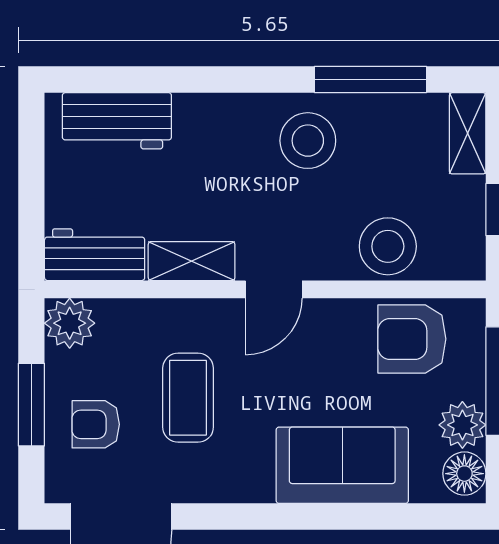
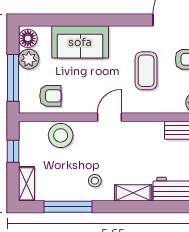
stool: (308, 141) -> (95, 181), width x0.53, depth x0.53
shelving: (192, 261) -> (133, 193), moved
armchair: (412, 339) -> (50, 96), width x0.72, depth x0.72

